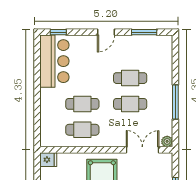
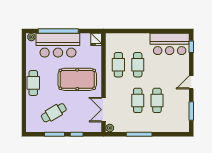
door: (106, 32) -> (191, 82), hinge flipped
double door: (142, 150) -> (103, 110), swing flipped

